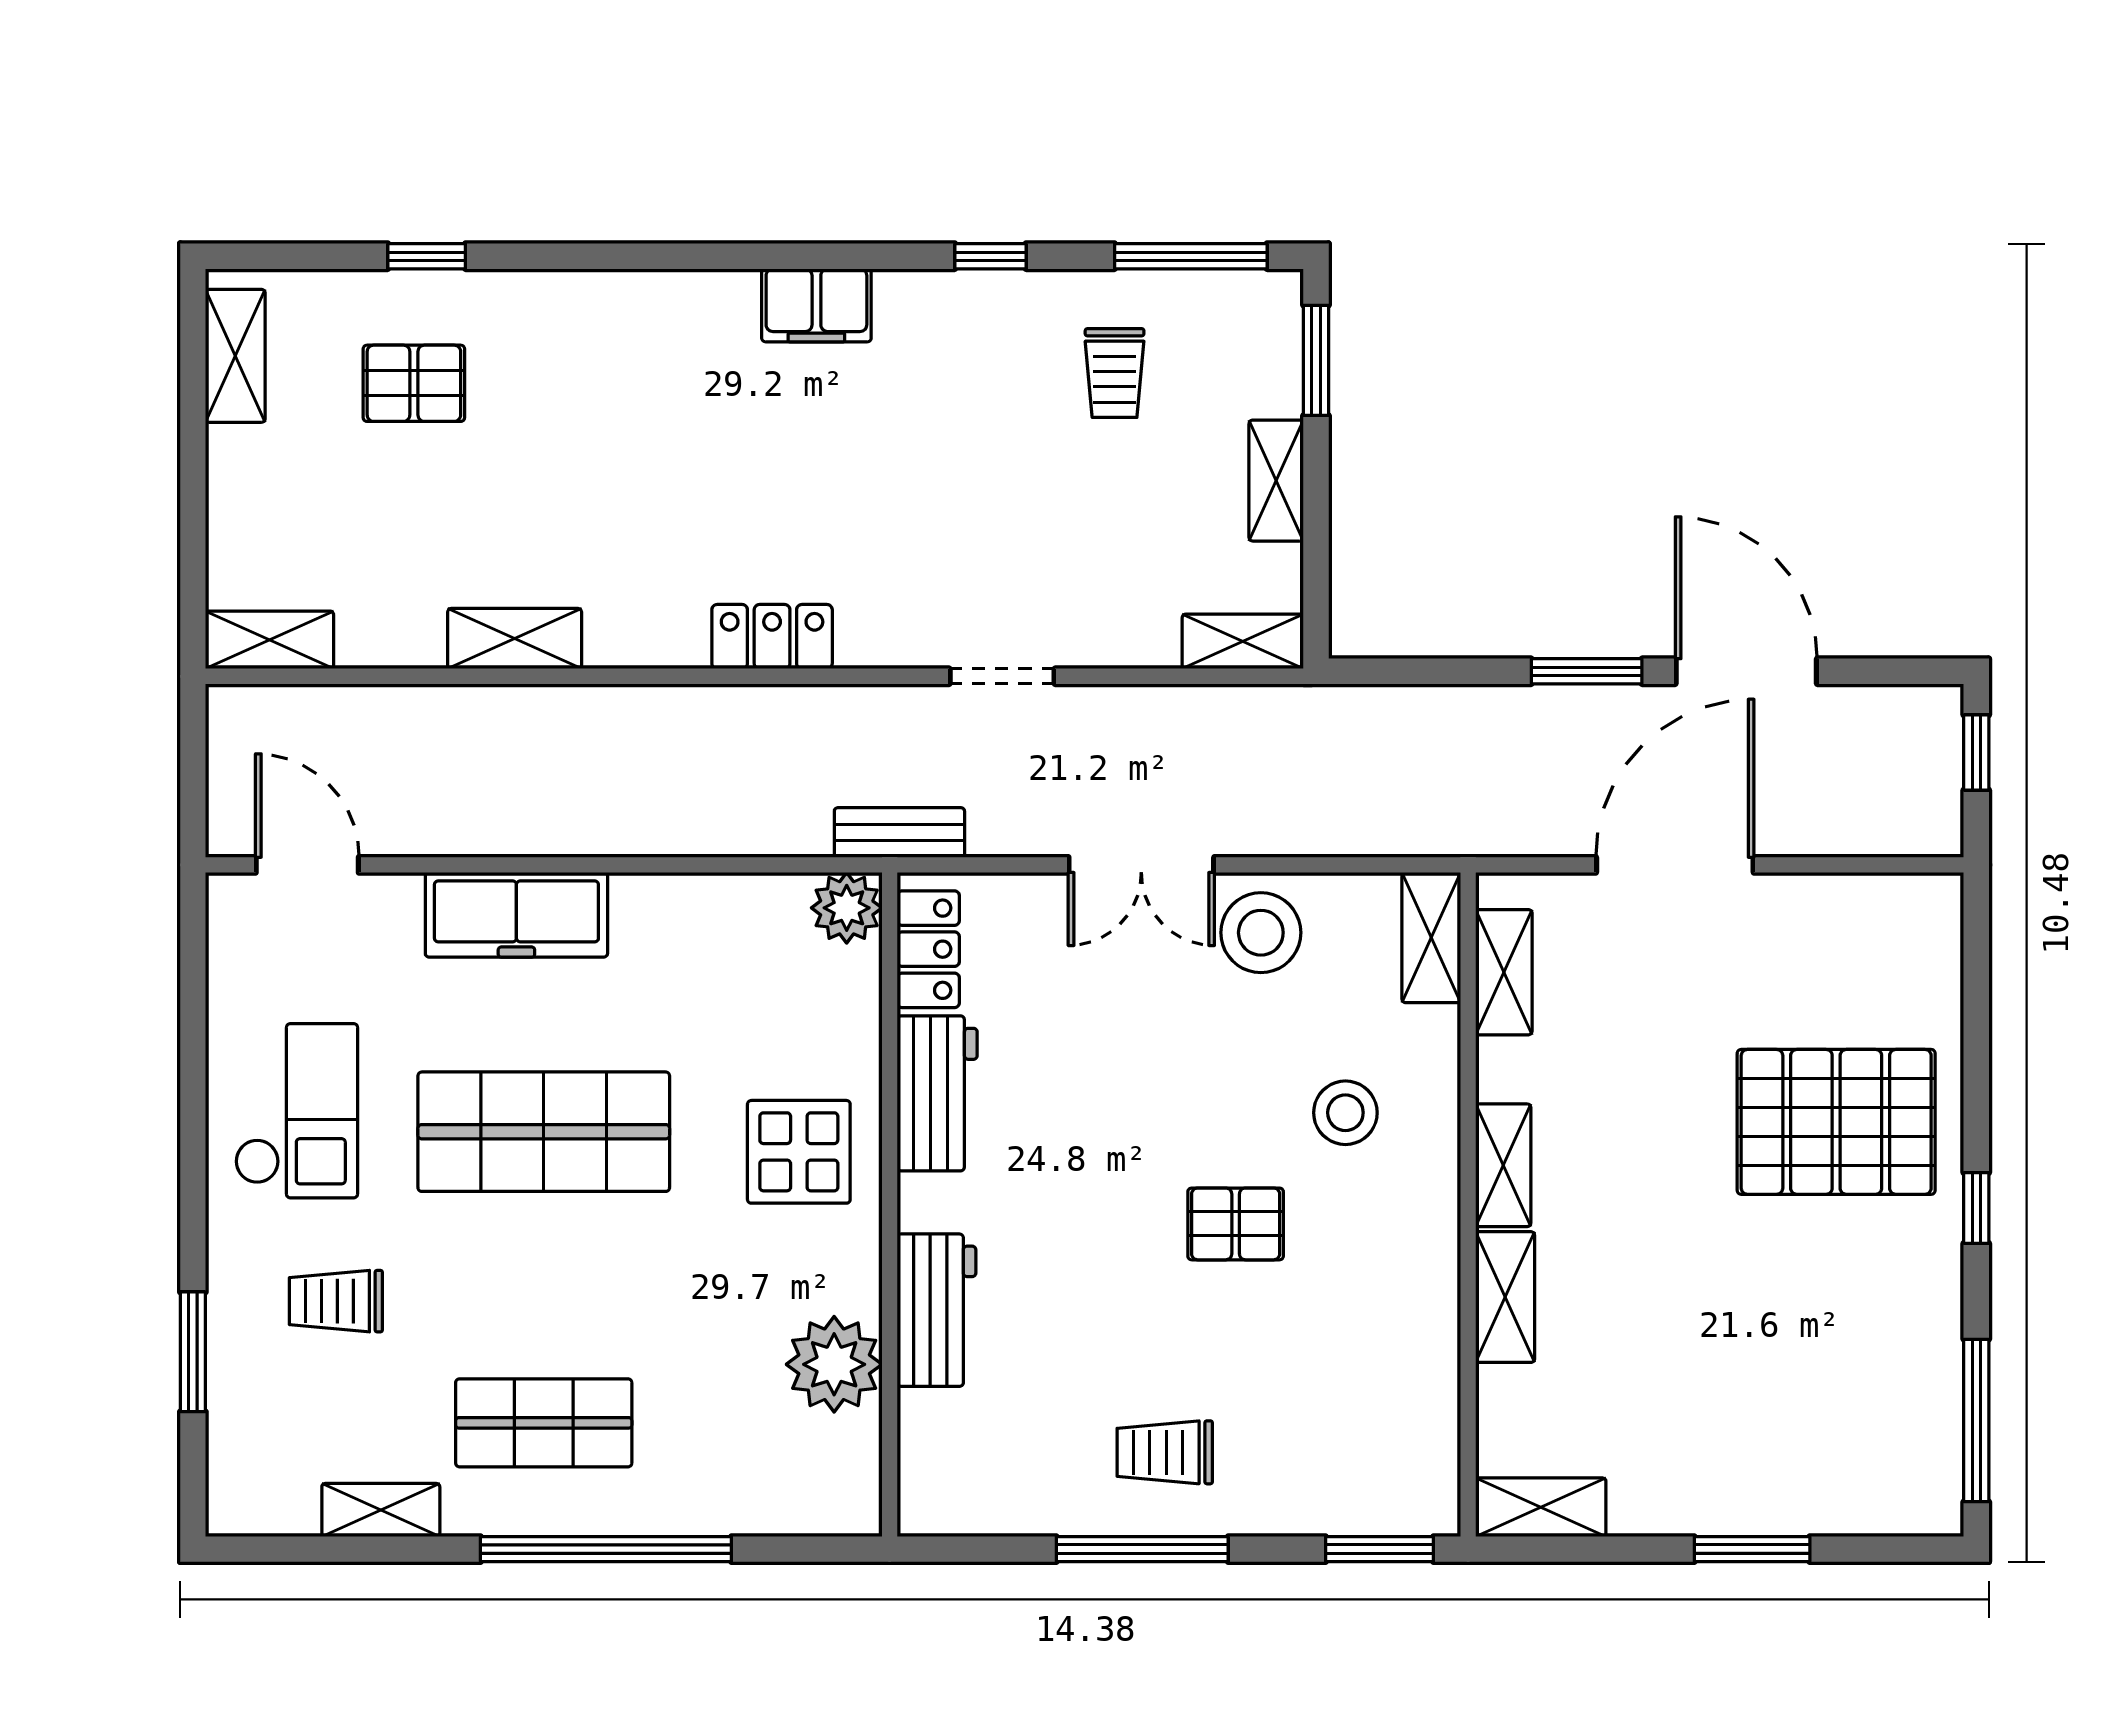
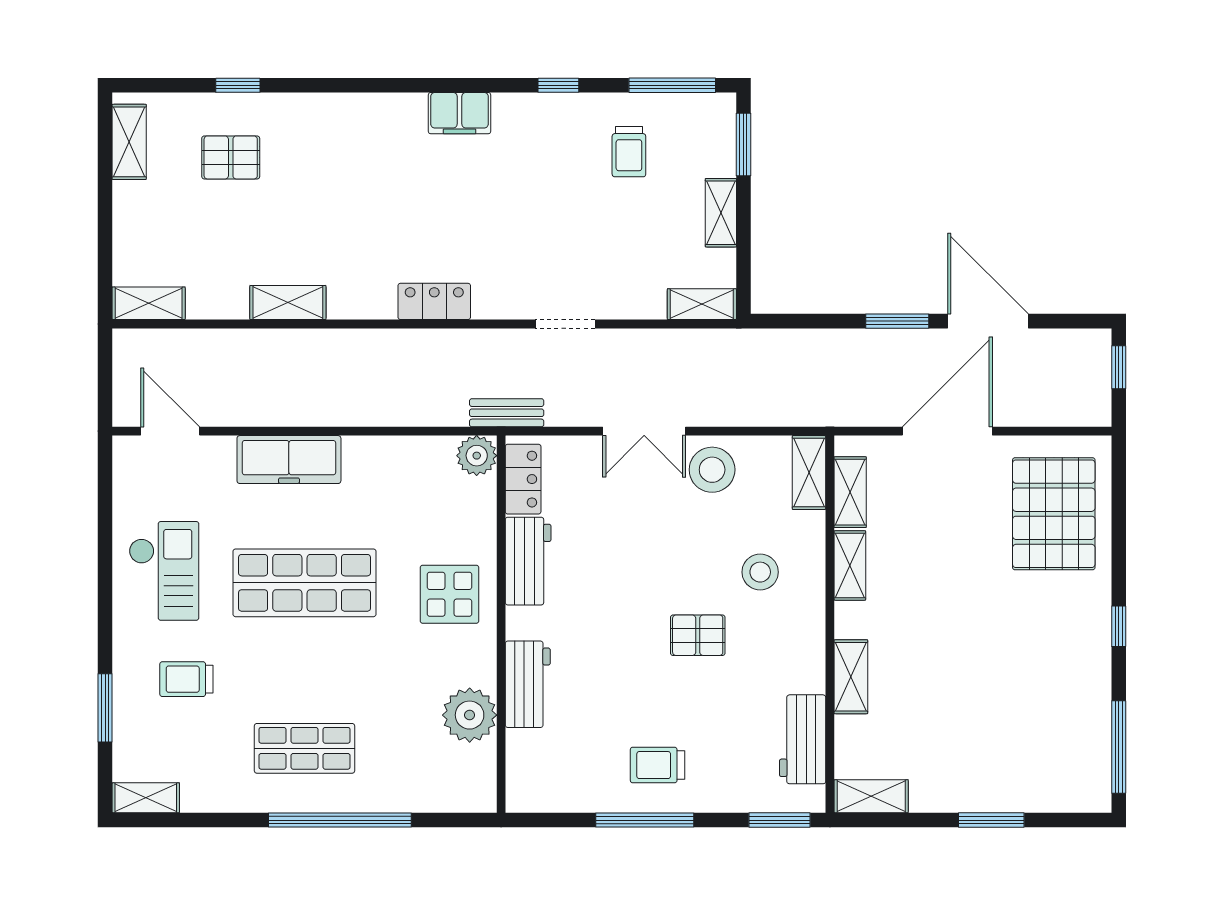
pallet: (1836, 1122) -> (1054, 514), moved, turned 90
shelving: (1503, 1165) -> (850, 565), moved
workbench: (1420, 1407) -> (803, 739), added
shelving: (381, 1510) -> (146, 798), moved

